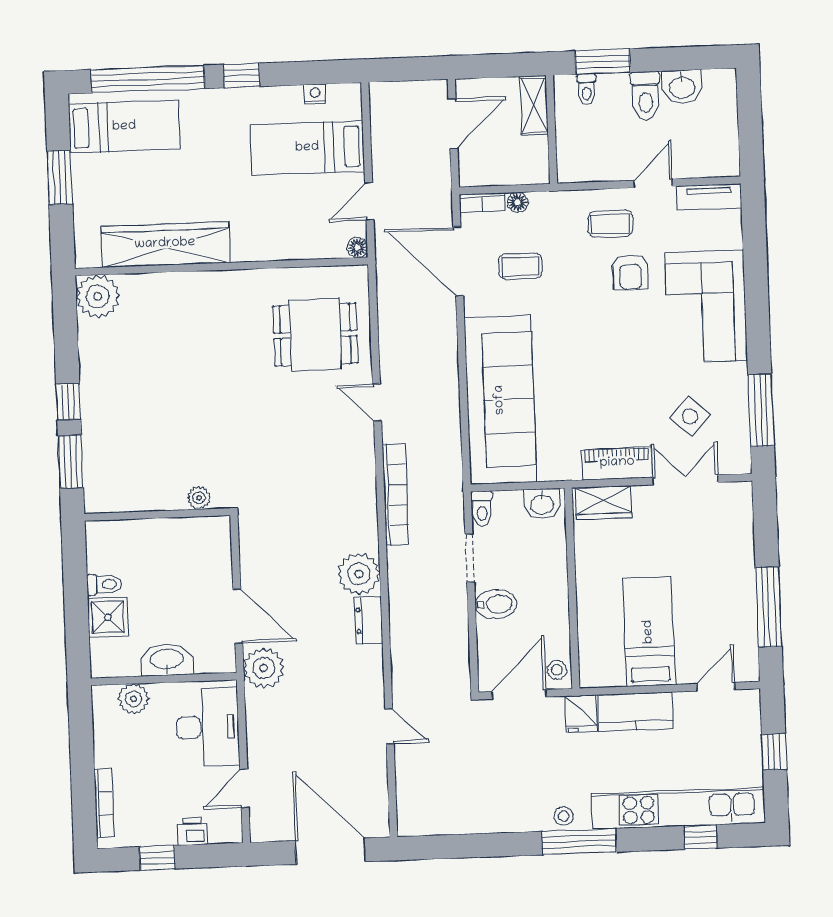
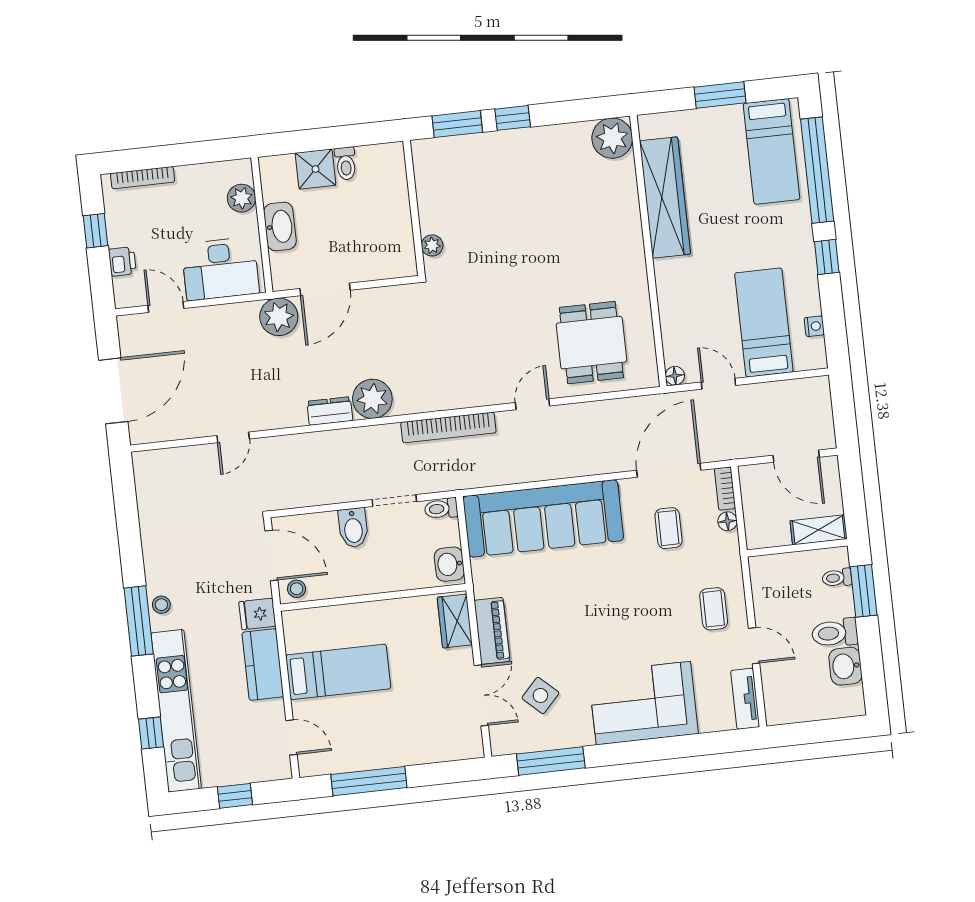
armchair: (630, 272) -> (670, 630), removed

